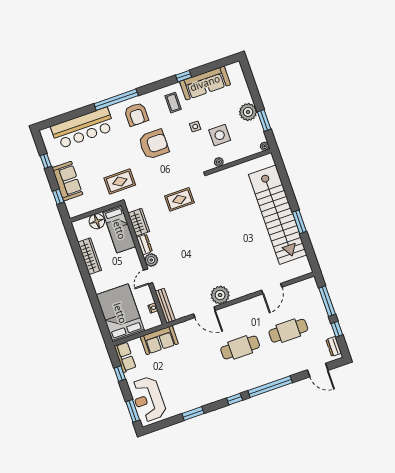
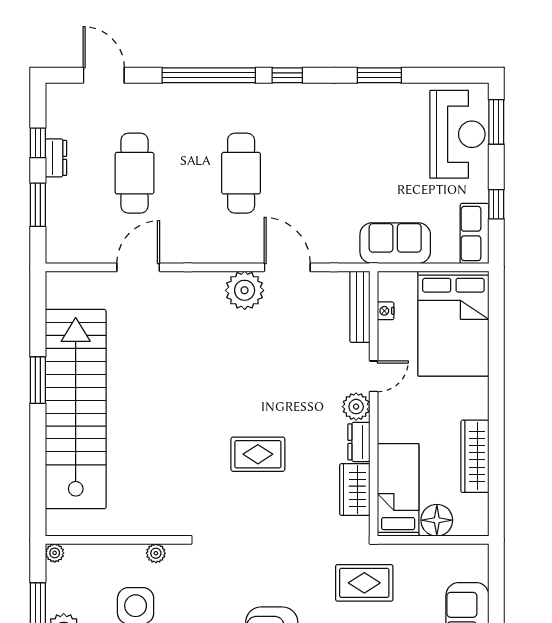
window: (58, 197) -> (496, 595), removed
rug: (179, 199) -> (258, 454), moved
window: (327, 301) -> (38, 205), width x0.69
cafe table: (288, 331) -> (134, 173), turned 90
dresser: (334, 346) -> (56, 158), moved
cafe table: (240, 347) -> (241, 173), turned 90

